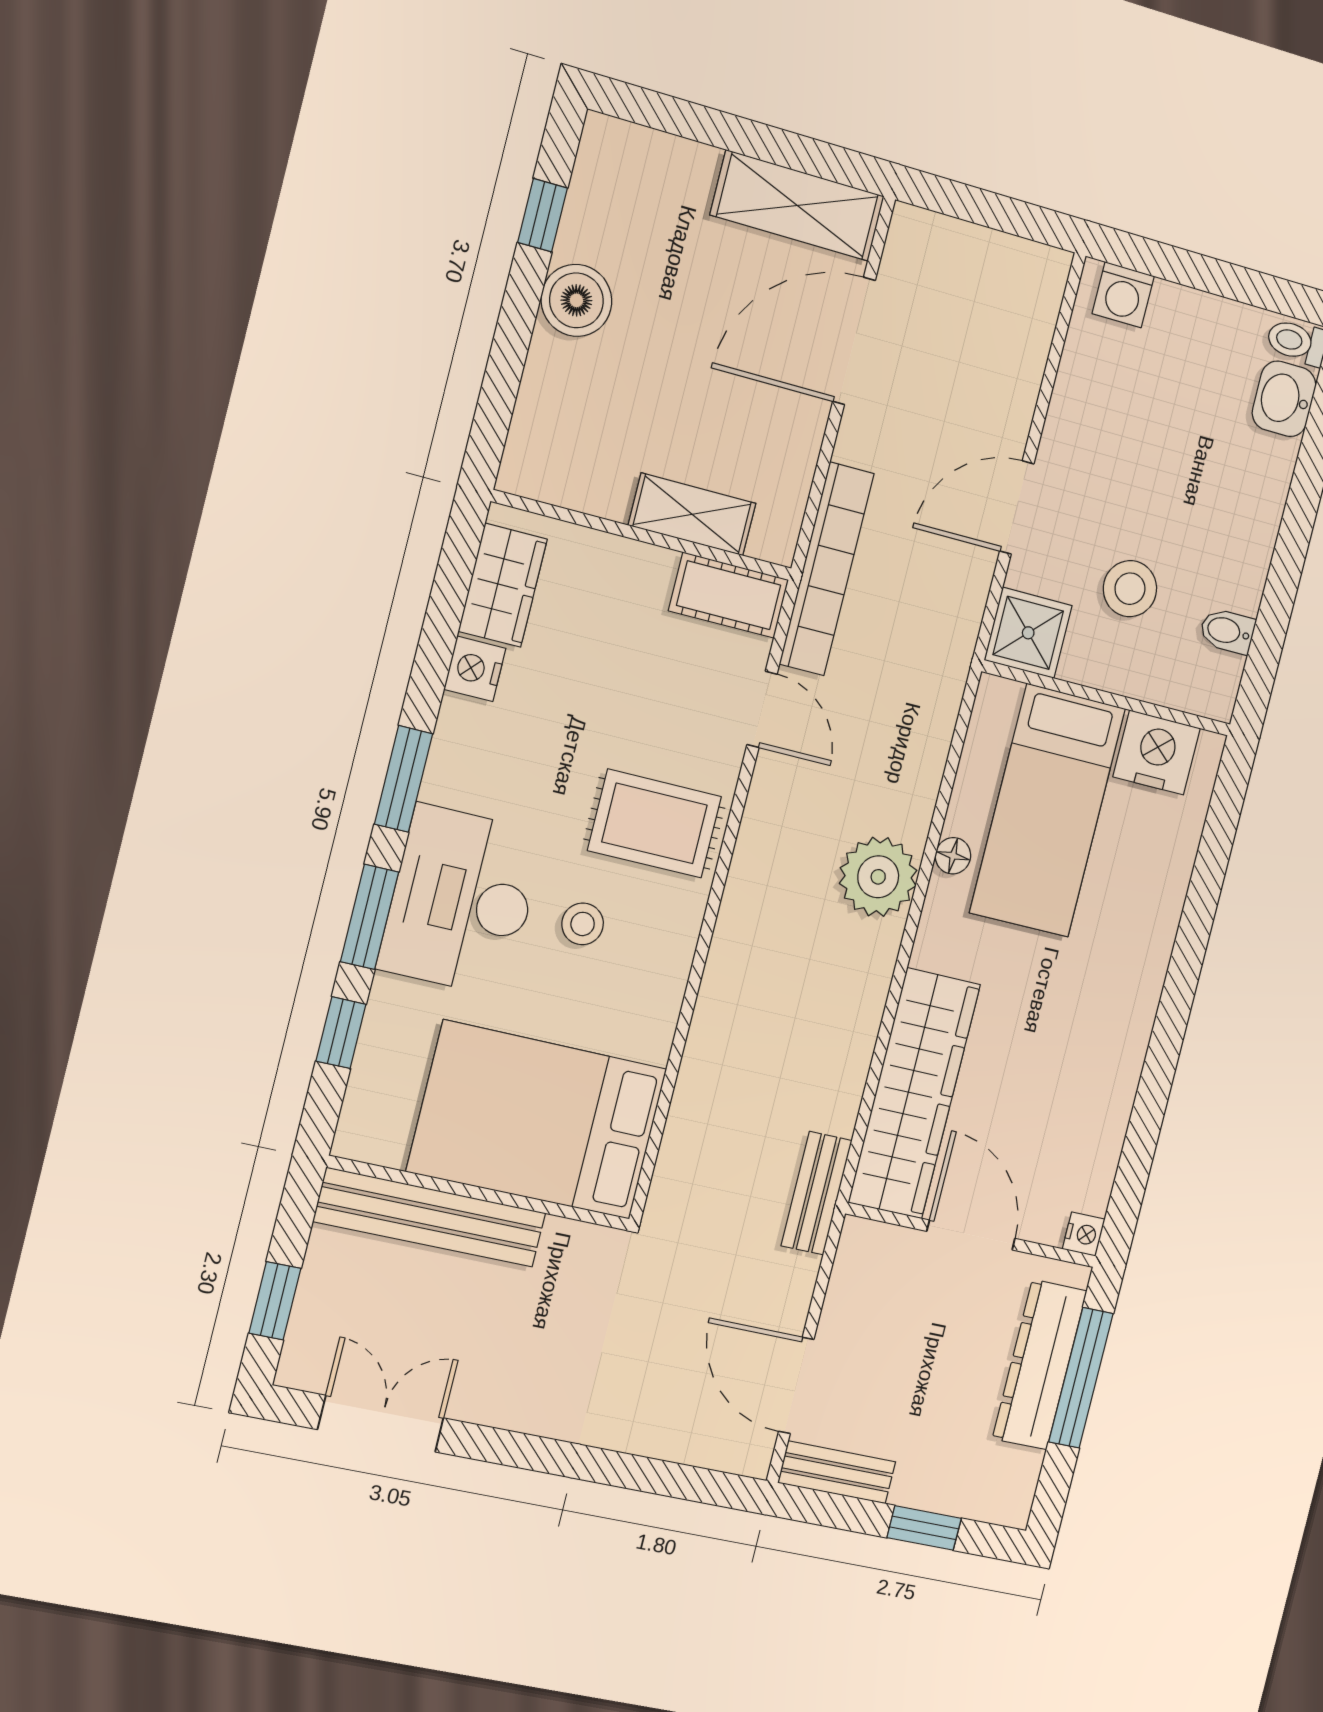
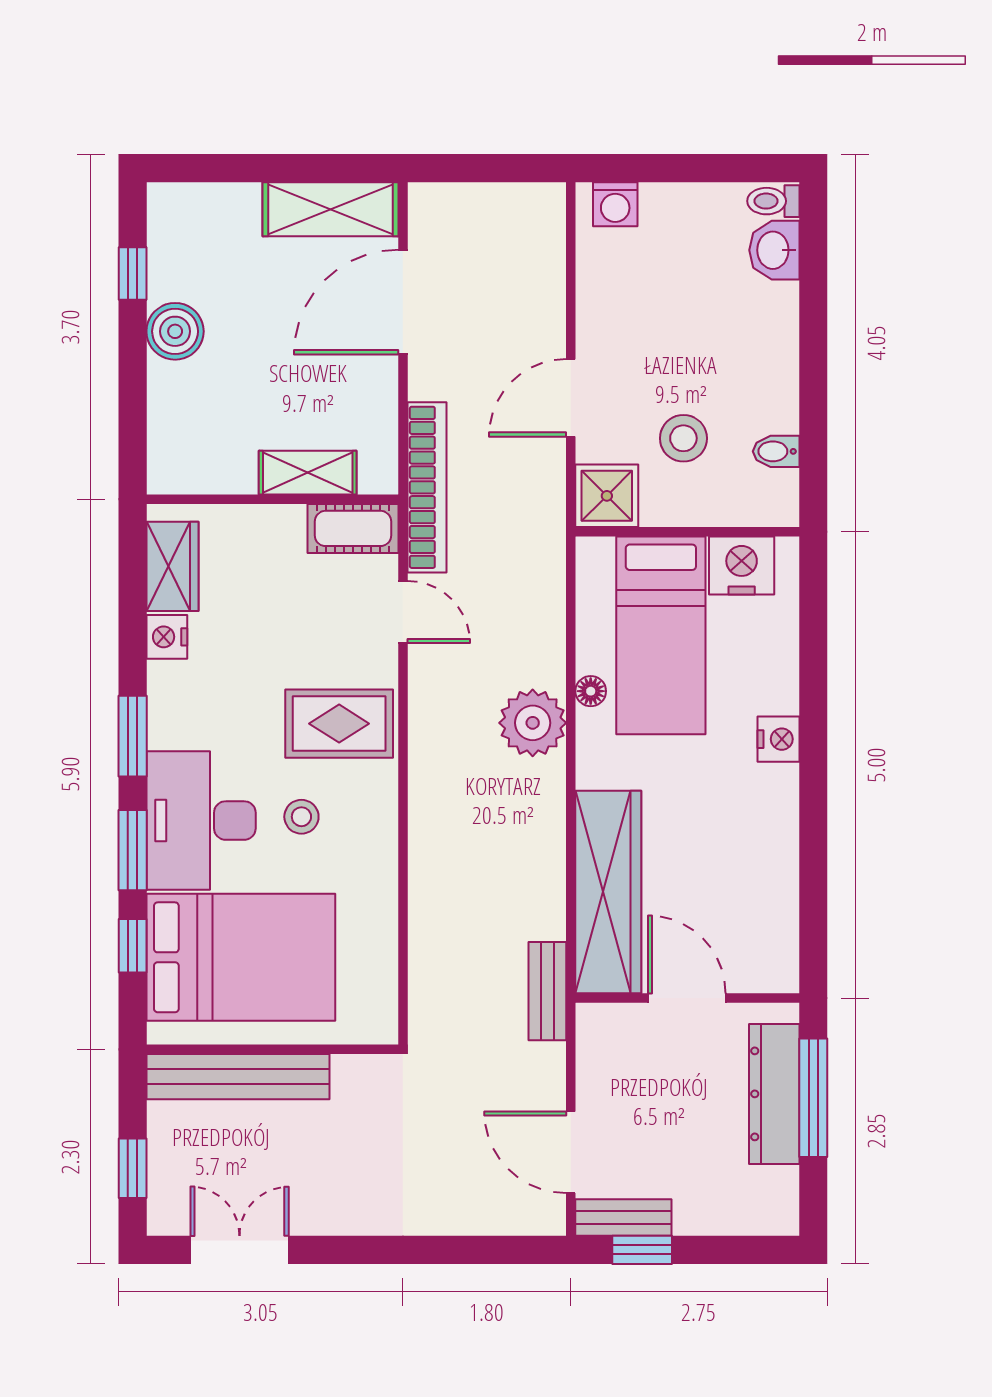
bed: (537, 1120) -> (241, 957), moved, turned 180
nightstand: (1084, 1234) -> (778, 739), moved, width x1.39, depth x1.35
window: (924, 1528) -> (642, 1250), moved

